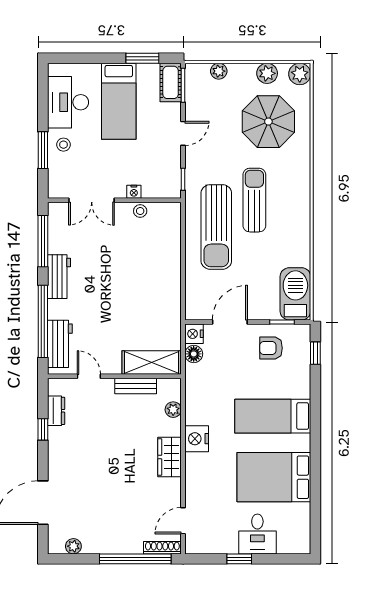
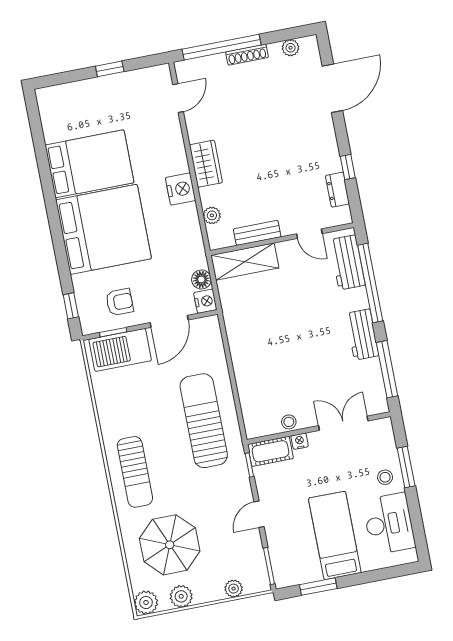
cot: (171, 82) -> (271, 451), moved, turned 90
sun lounger: (254, 200) -> (135, 472), moved
barbecue: (295, 294) -> (120, 350), moved, turned 90
bed: (273, 416) -> (104, 229), width x2.04
desk: (257, 534) -> (95, 99), removed
shoe rack: (162, 548) -> (247, 55), moved

